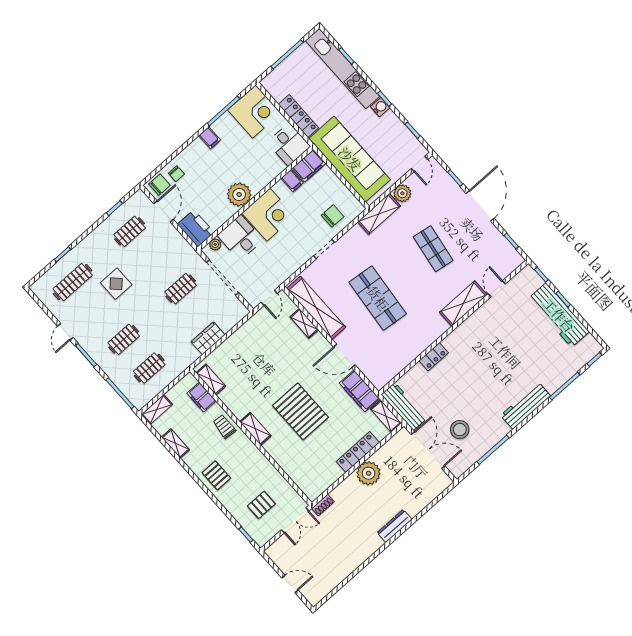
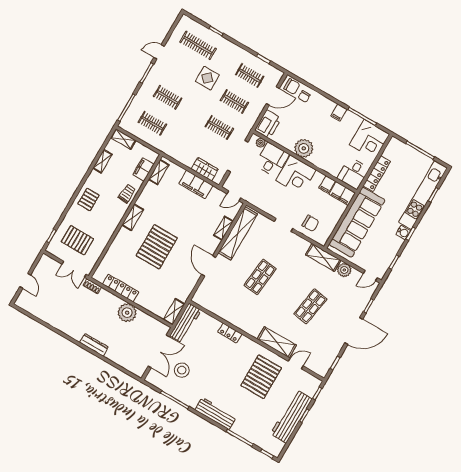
clothes rail: (155, 260) -> (234, 101), added
shop shelf: (378, 298) -> (260, 277), width x0.70, depth x0.74
pallet: (499, 336) -> (261, 377), added
wardrobe: (208, 338) -> (205, 169), moved
filing cabinet: (360, 391) -> (196, 184), moved, turned -90
locker: (358, 452) -> (121, 288), moved
pallet: (261, 505) -> (77, 240), width x1.50, depth x1.42

